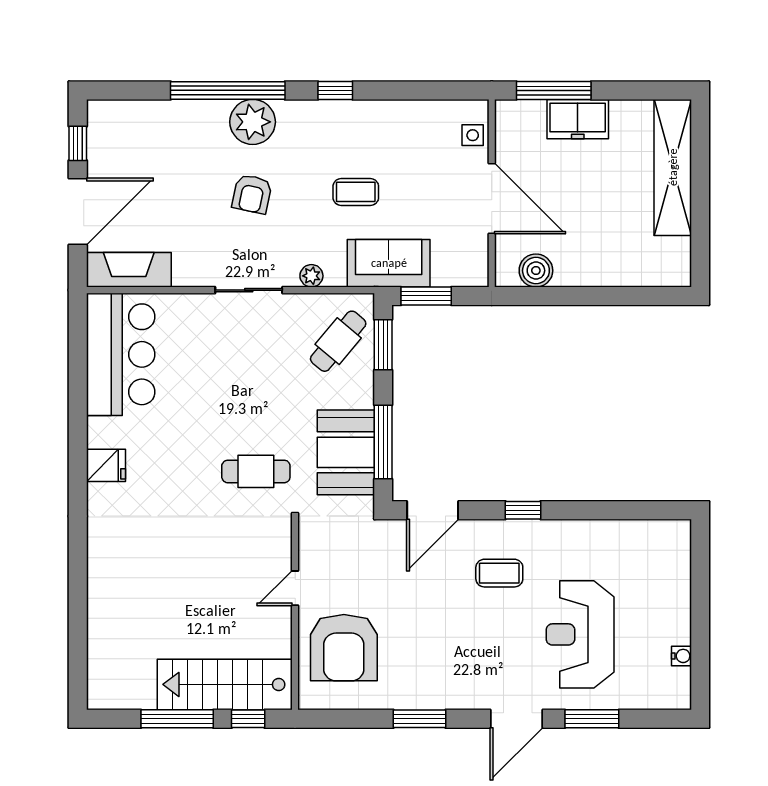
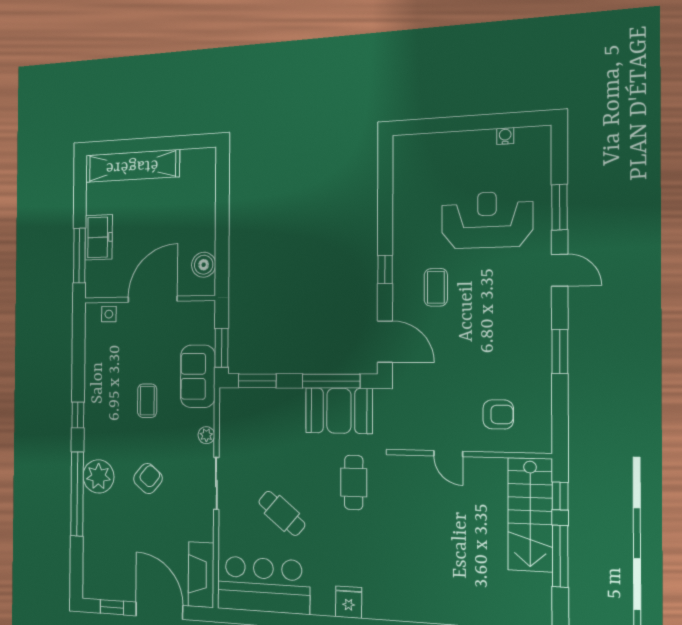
armchair: (252, 194) -> (148, 479), turned -62
cafe table: (338, 341) -> (282, 513), moved
reception desk: (580, 634) -> (487, 220), turned 180
armchair: (344, 648) -> (498, 414), width x0.53, depth x0.53
door: (517, 719) -> (560, 270), width x0.73

